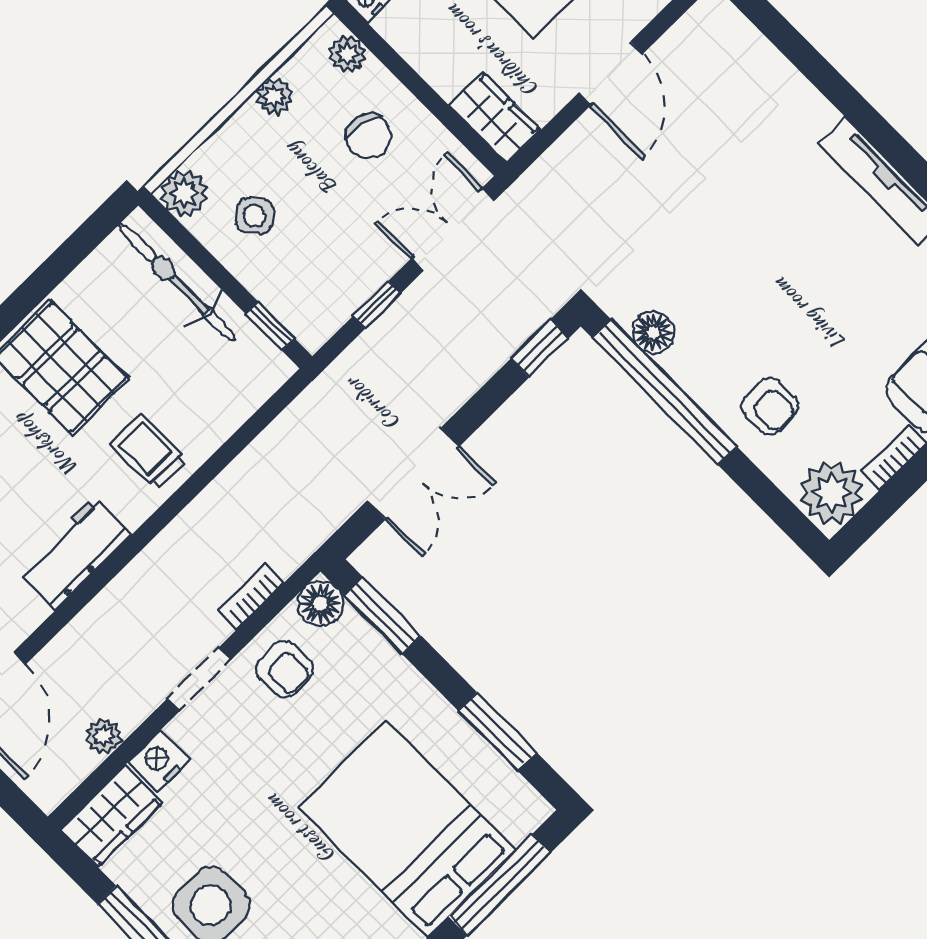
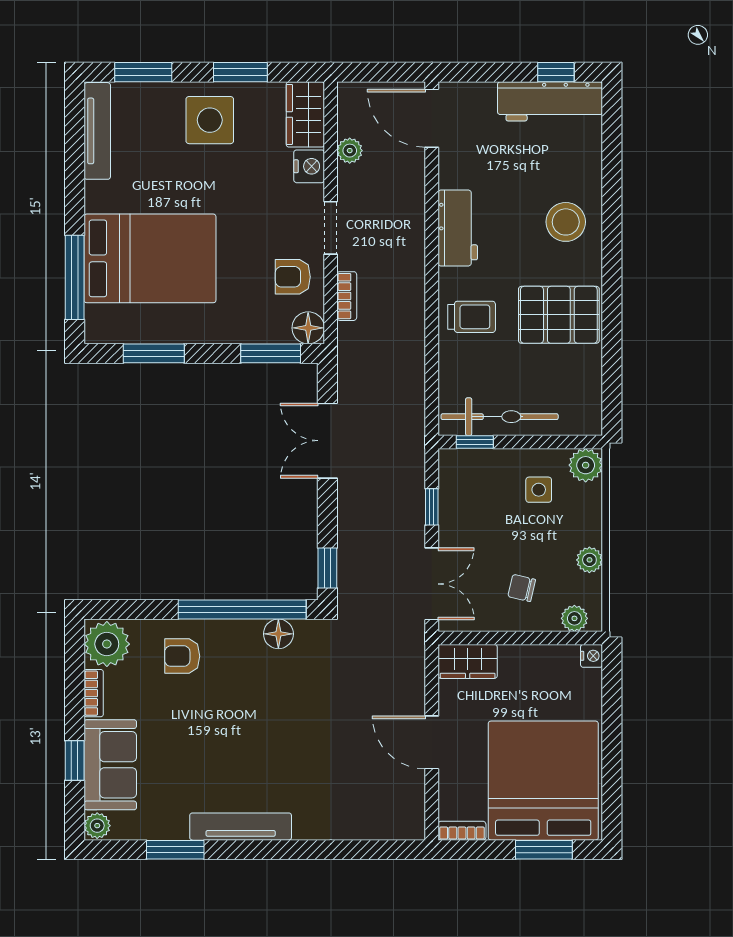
chair: (369, 136) -> (522, 588), width x0.73, depth x0.73
side table: (255, 216) -> (539, 490), turned 36
bicycle: (177, 282) -> (500, 417), moved

